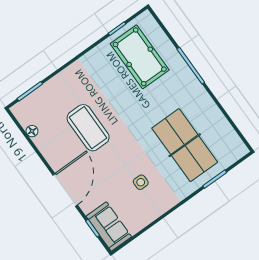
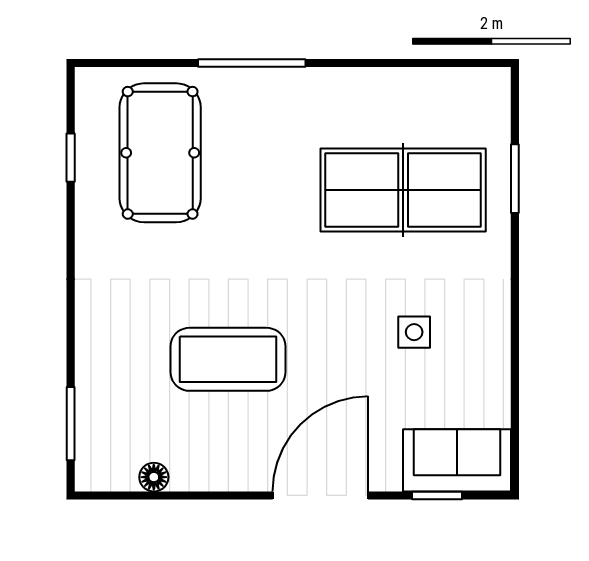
pool table: (140, 57) -> (160, 153), turned 90
door: (65, 190) -> (320, 495), hinge flipped

